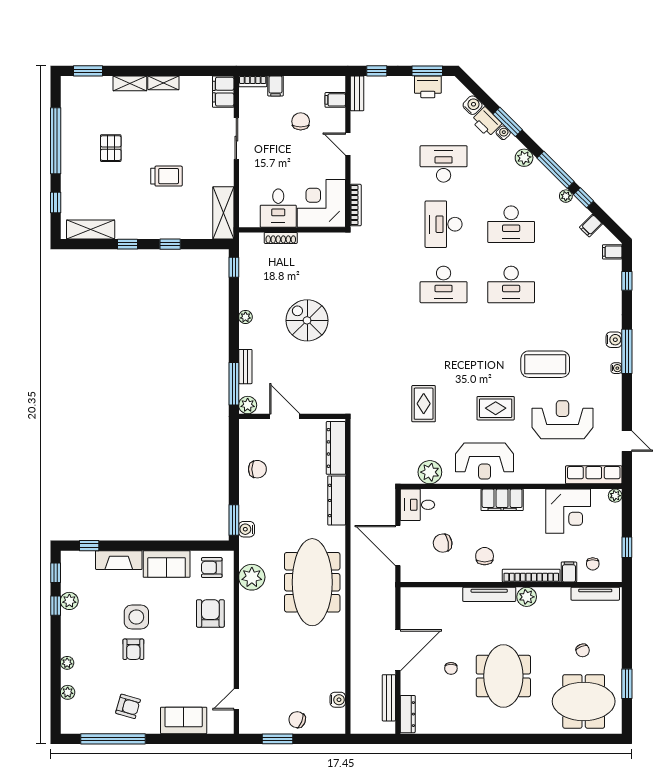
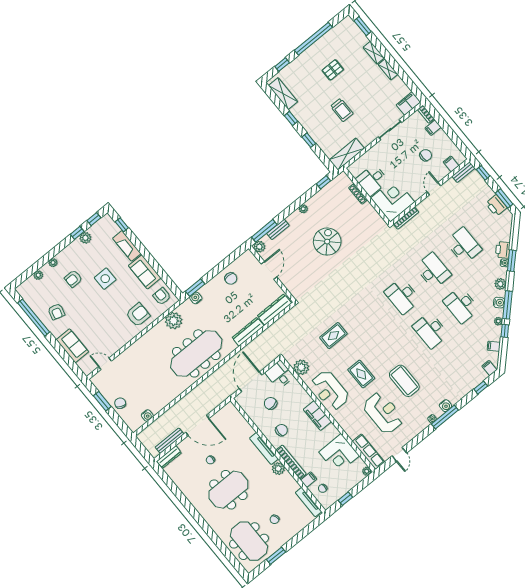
water cooler: (473, 105) -> (499, 303), moved
desk: (444, 224) -> (433, 271), turned 90
armchair: (133, 649) -> (73, 279), moved

